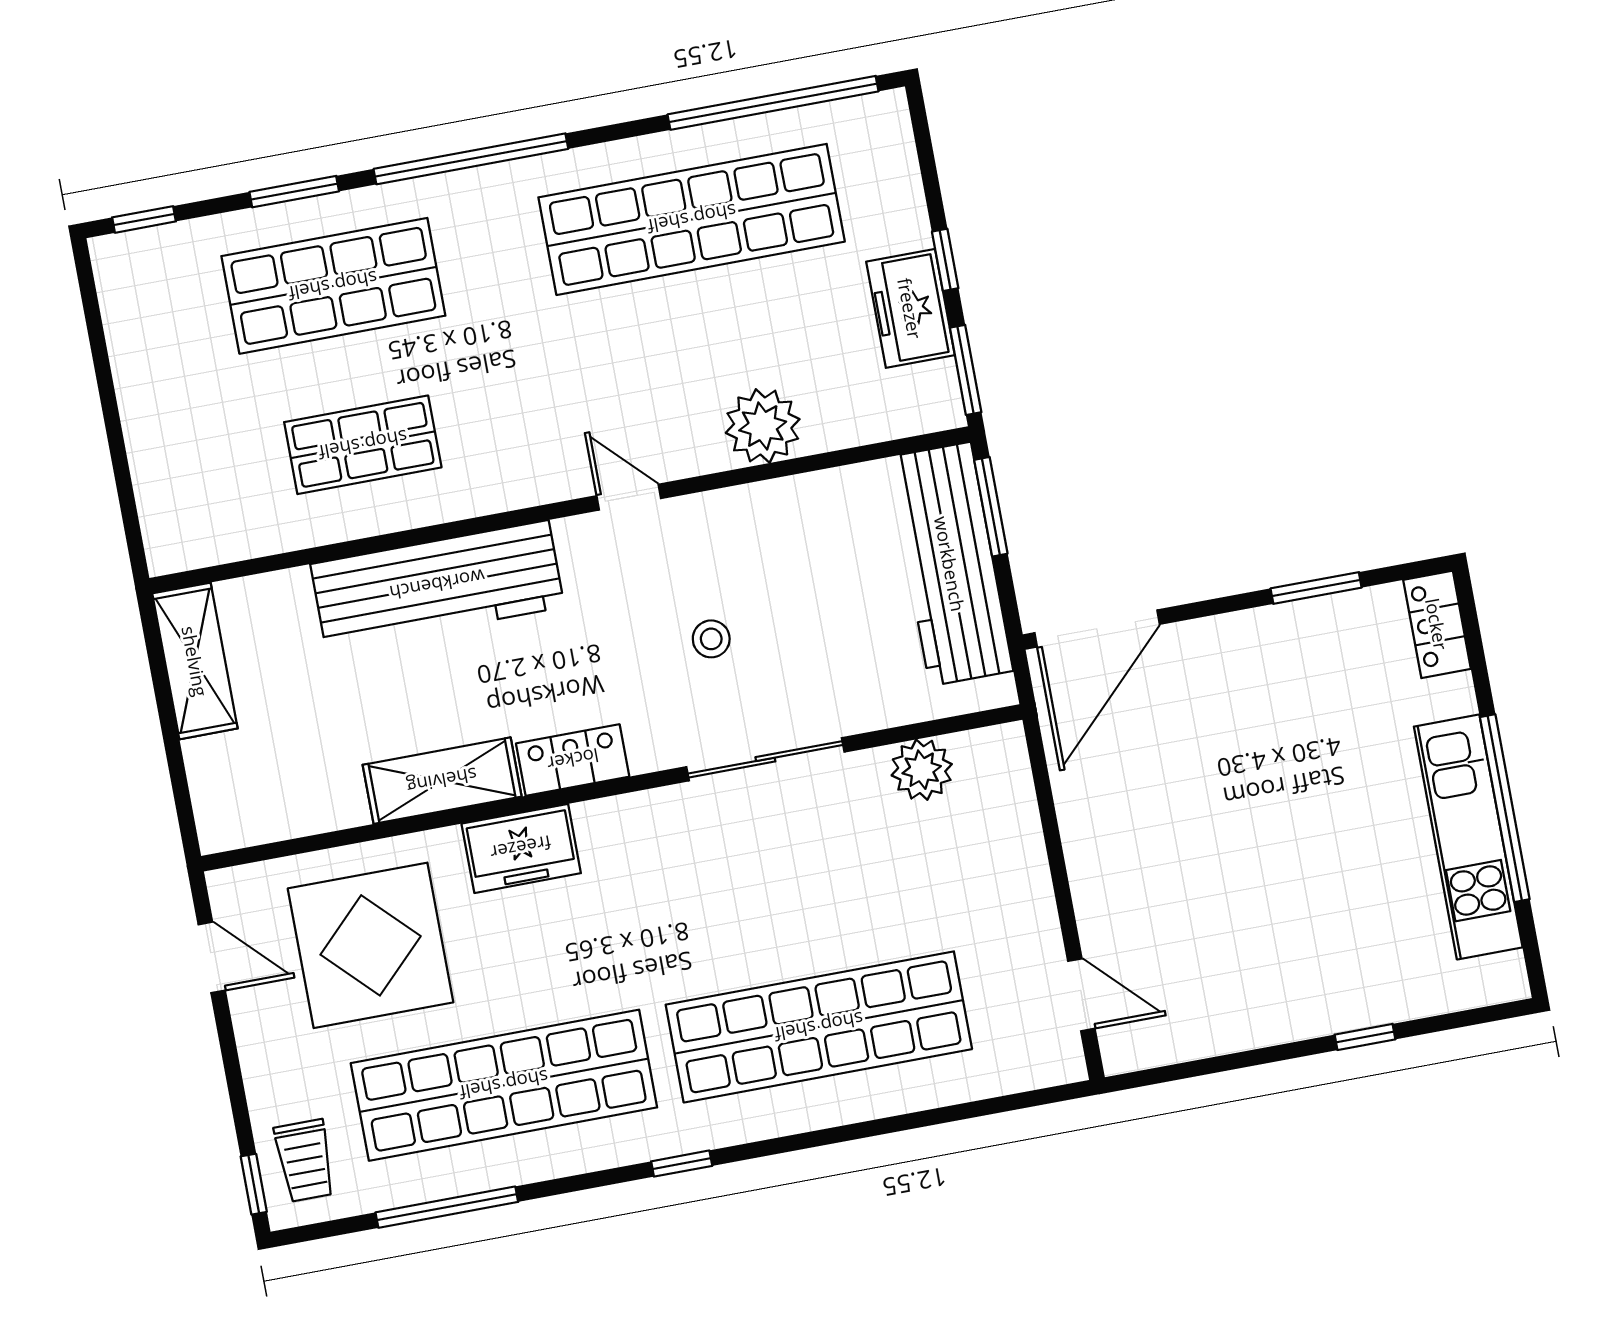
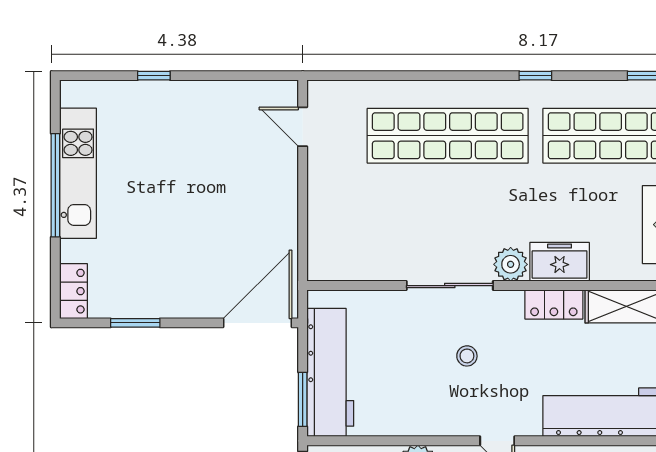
plant: (922, 770) -> (511, 264), moved
freezer: (521, 848) -> (560, 262), moved

